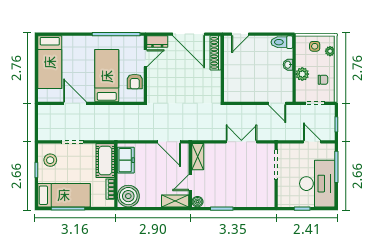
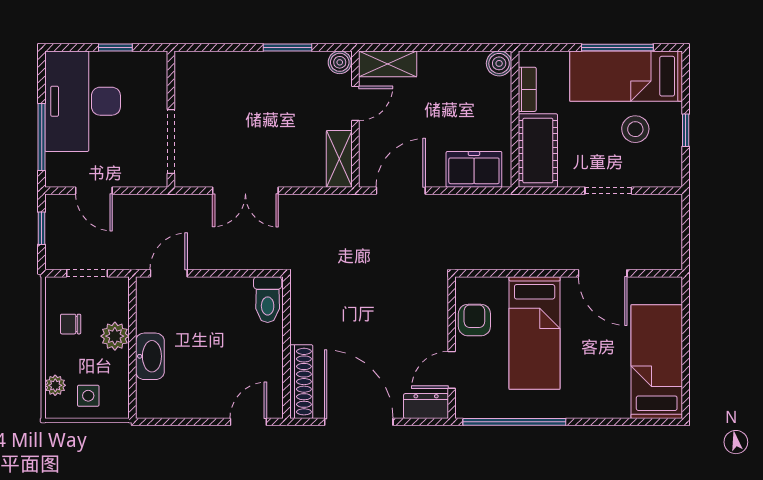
toilet: (282, 42) -> (268, 300), moved, turned 90
washbasin: (288, 65) -> (150, 356), width x1.91, depth x1.45
door: (277, 103) -> (169, 273), hinge flipped
door: (169, 142) -> (401, 191), hinge flipped
stool: (50, 160) -> (635, 129), moved
freezer: (126, 160) -> (474, 169), moved, turned 90
boiler: (128, 196) -> (499, 63), width x0.54, depth x0.54

